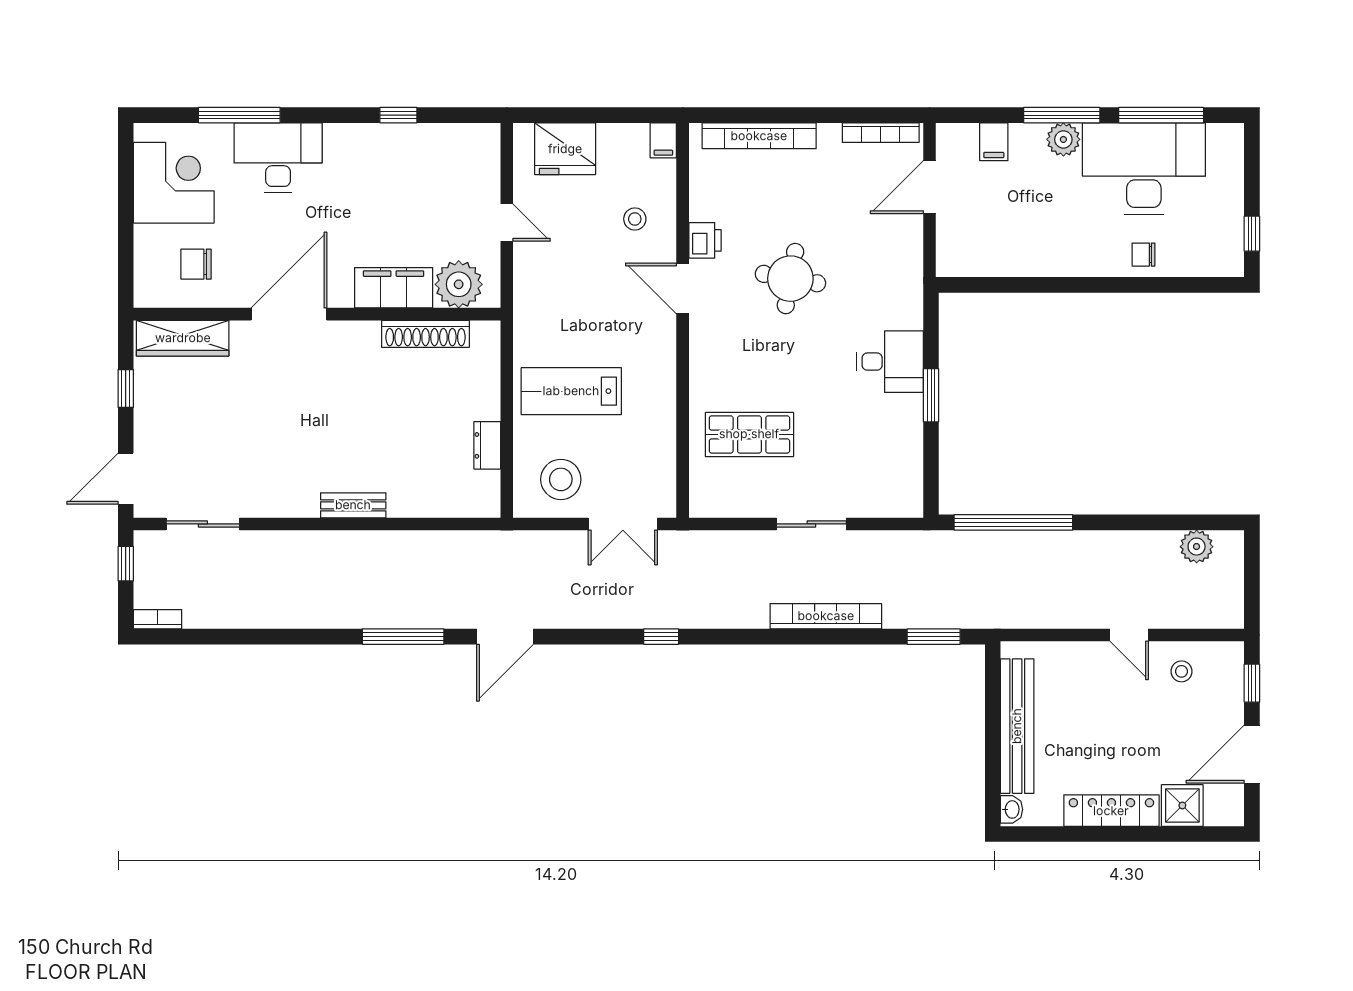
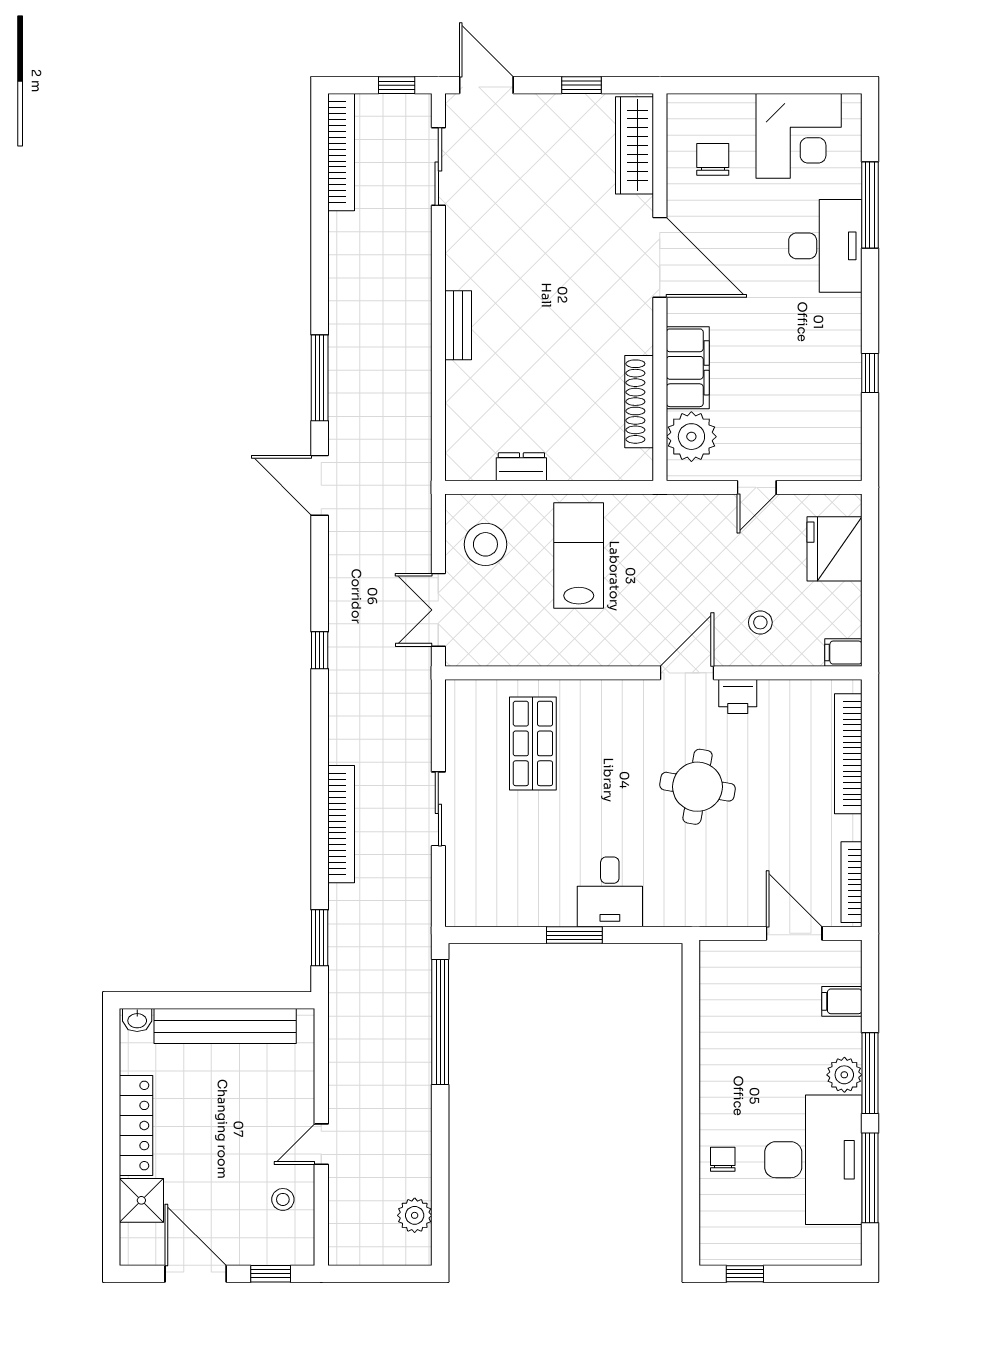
bookcase: (158, 619) -> (341, 152), width x2.31, depth x1.31

